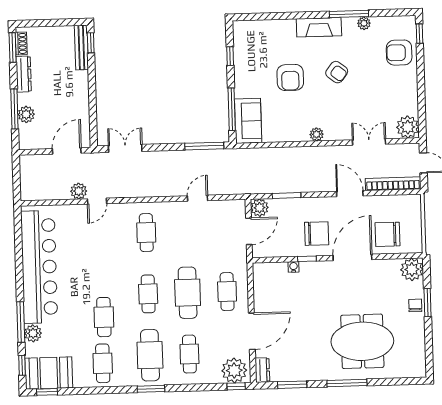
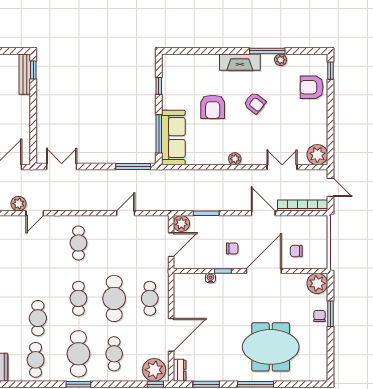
sofa: (248, 121) -> (173, 138), width x1.36
chair: (317, 234) -> (232, 248), width x0.54, depth x0.54
chair: (388, 234) -> (296, 251), width x0.54, depth x0.54

